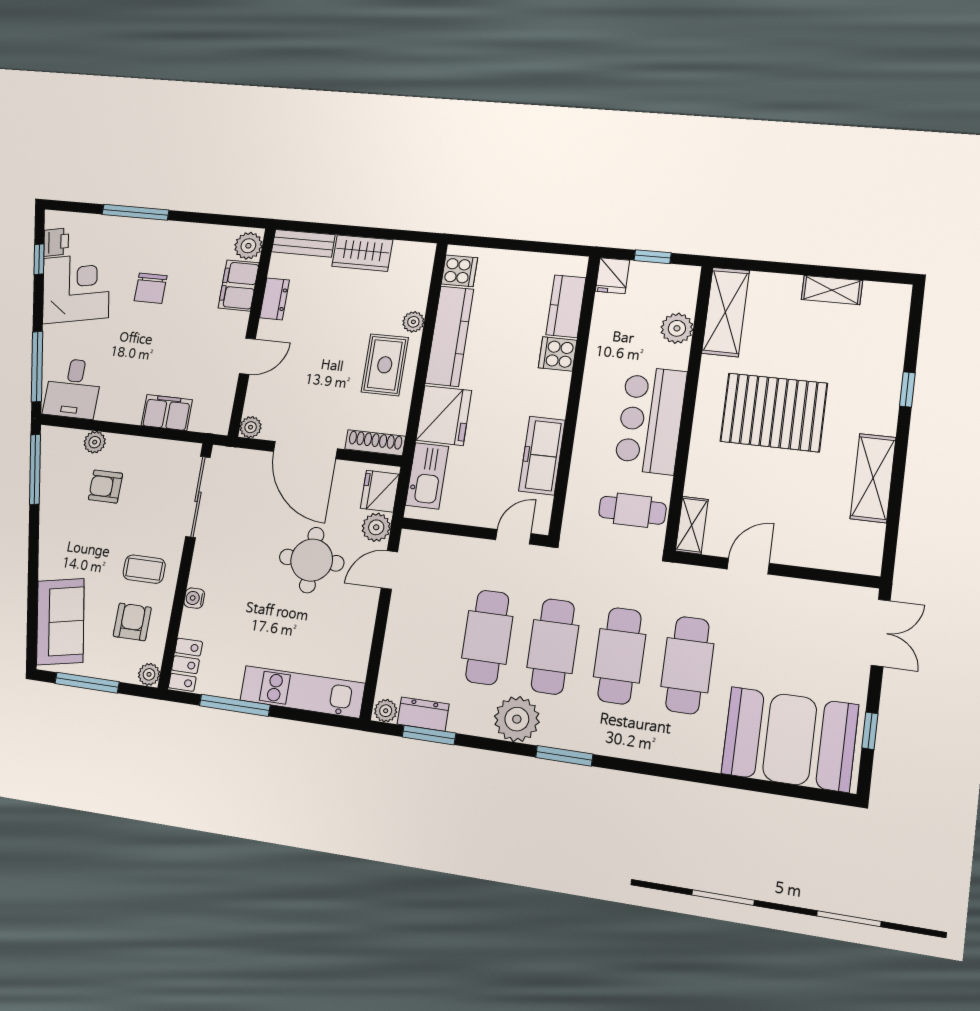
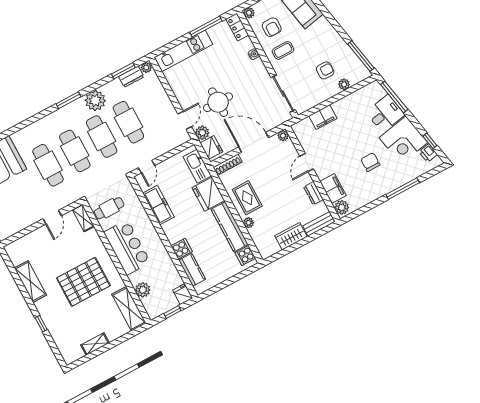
desk: (73, 388) -> (385, 114), moved, turned 79

